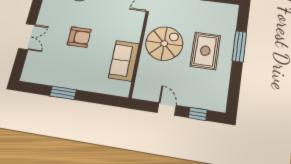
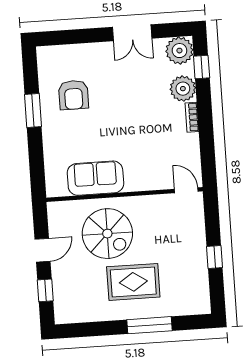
double door: (27, 37) -> (132, 33), moved
armchair: (79, 37) -> (74, 95), moved
spiral stairs: (164, 44) -> (107, 234), moved

